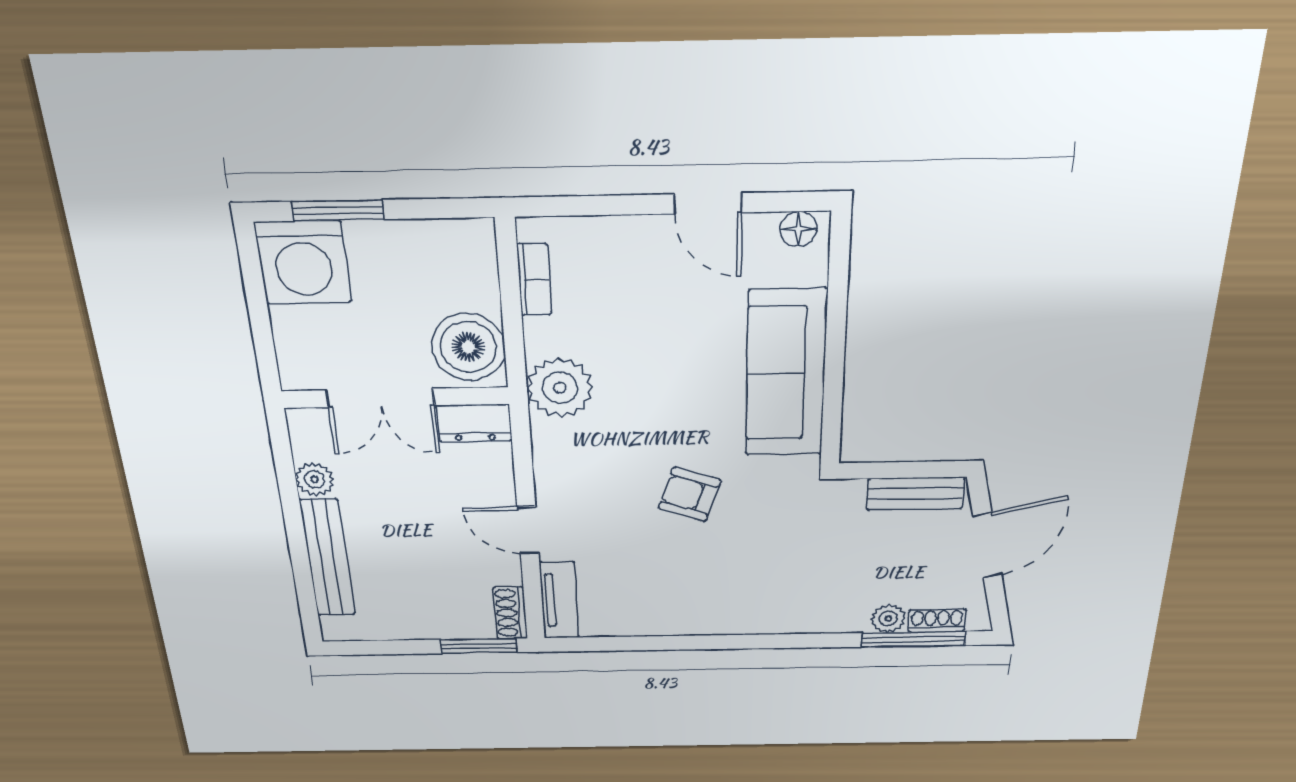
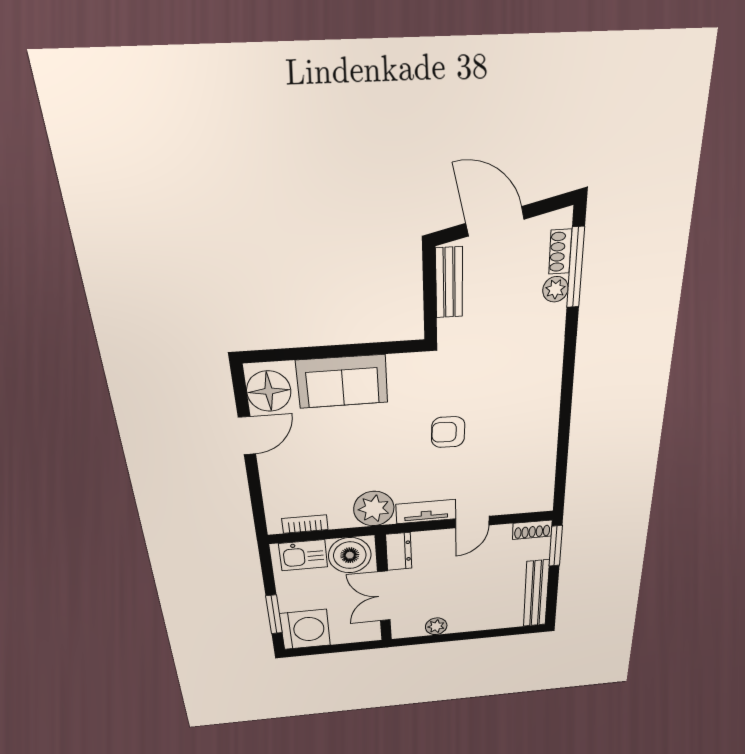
floor lamp: (798, 229) -> (269, 391), width x1.89, depth x1.89
kitchen sink: (470, 272) -> (303, 555), added
sofa: (786, 374) -> (342, 381), width x0.73
double door: (380, 398) -> (384, 596), swing flipped
armchair: (690, 494) -> (448, 432), turned 73
bench: (328, 558) -> (536, 593), moved, turned 90
tv unit: (559, 600) -> (426, 512), moved

